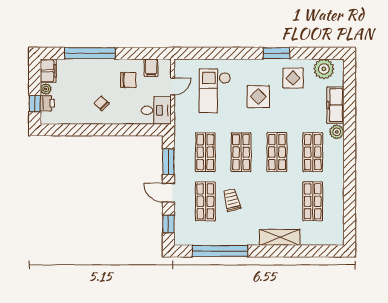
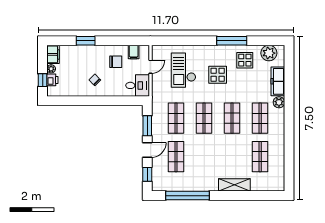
window: (90, 53) -> (86, 41), width x0.47
window: (276, 53) -> (232, 41), width x1.44
door: (168, 193) -> (147, 150), swing flipped
trolley: (232, 200) -> (197, 156), removed

